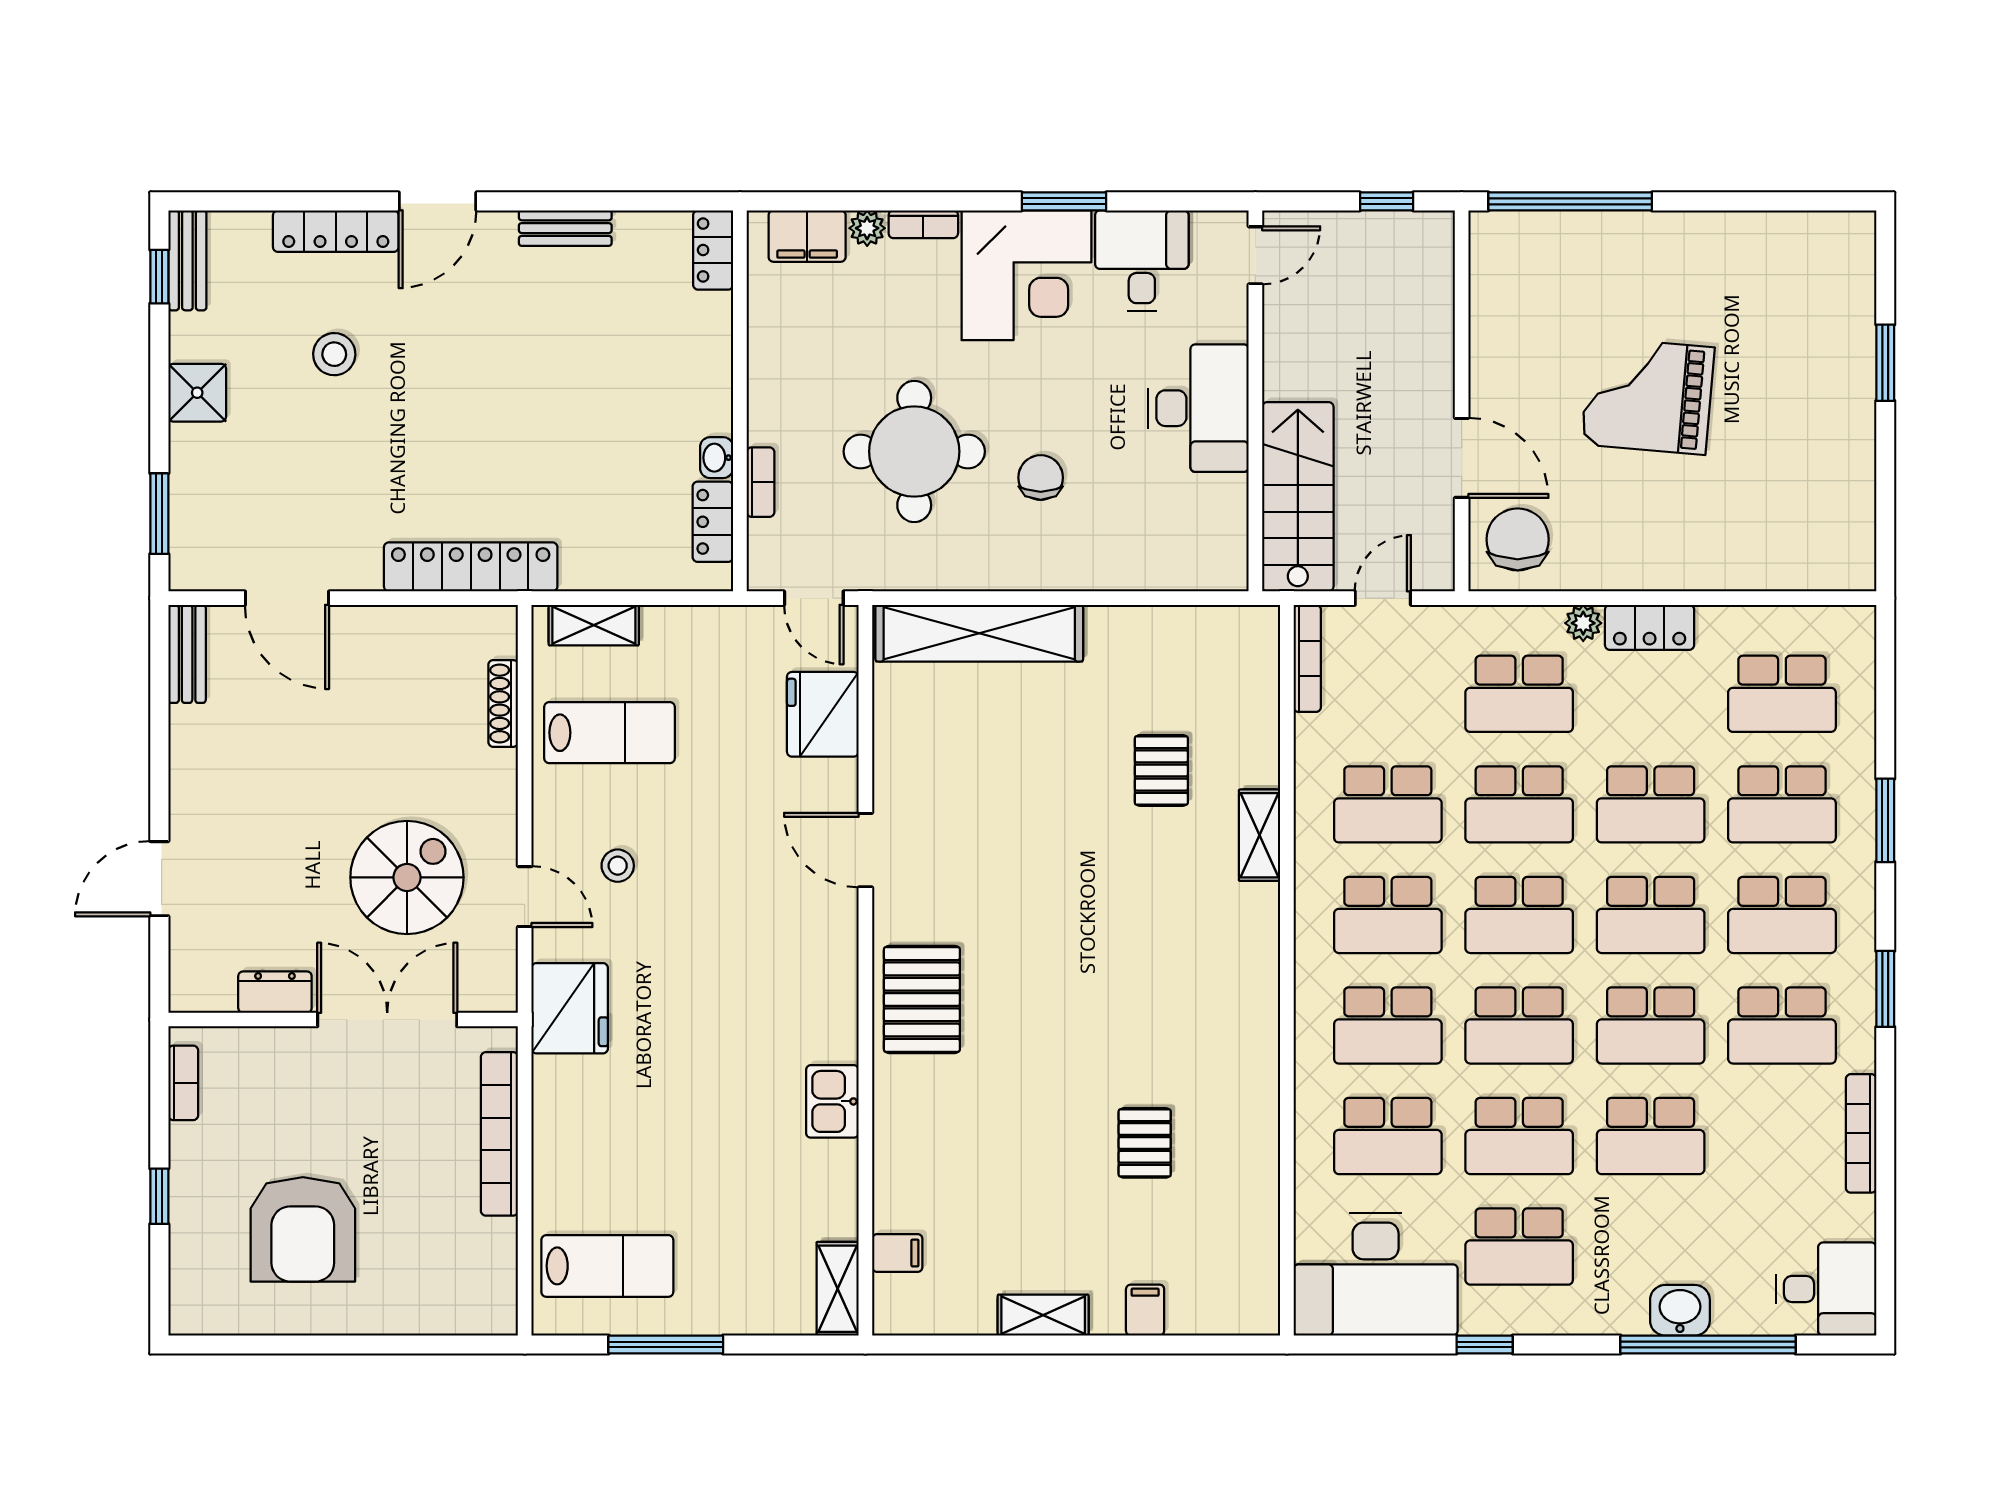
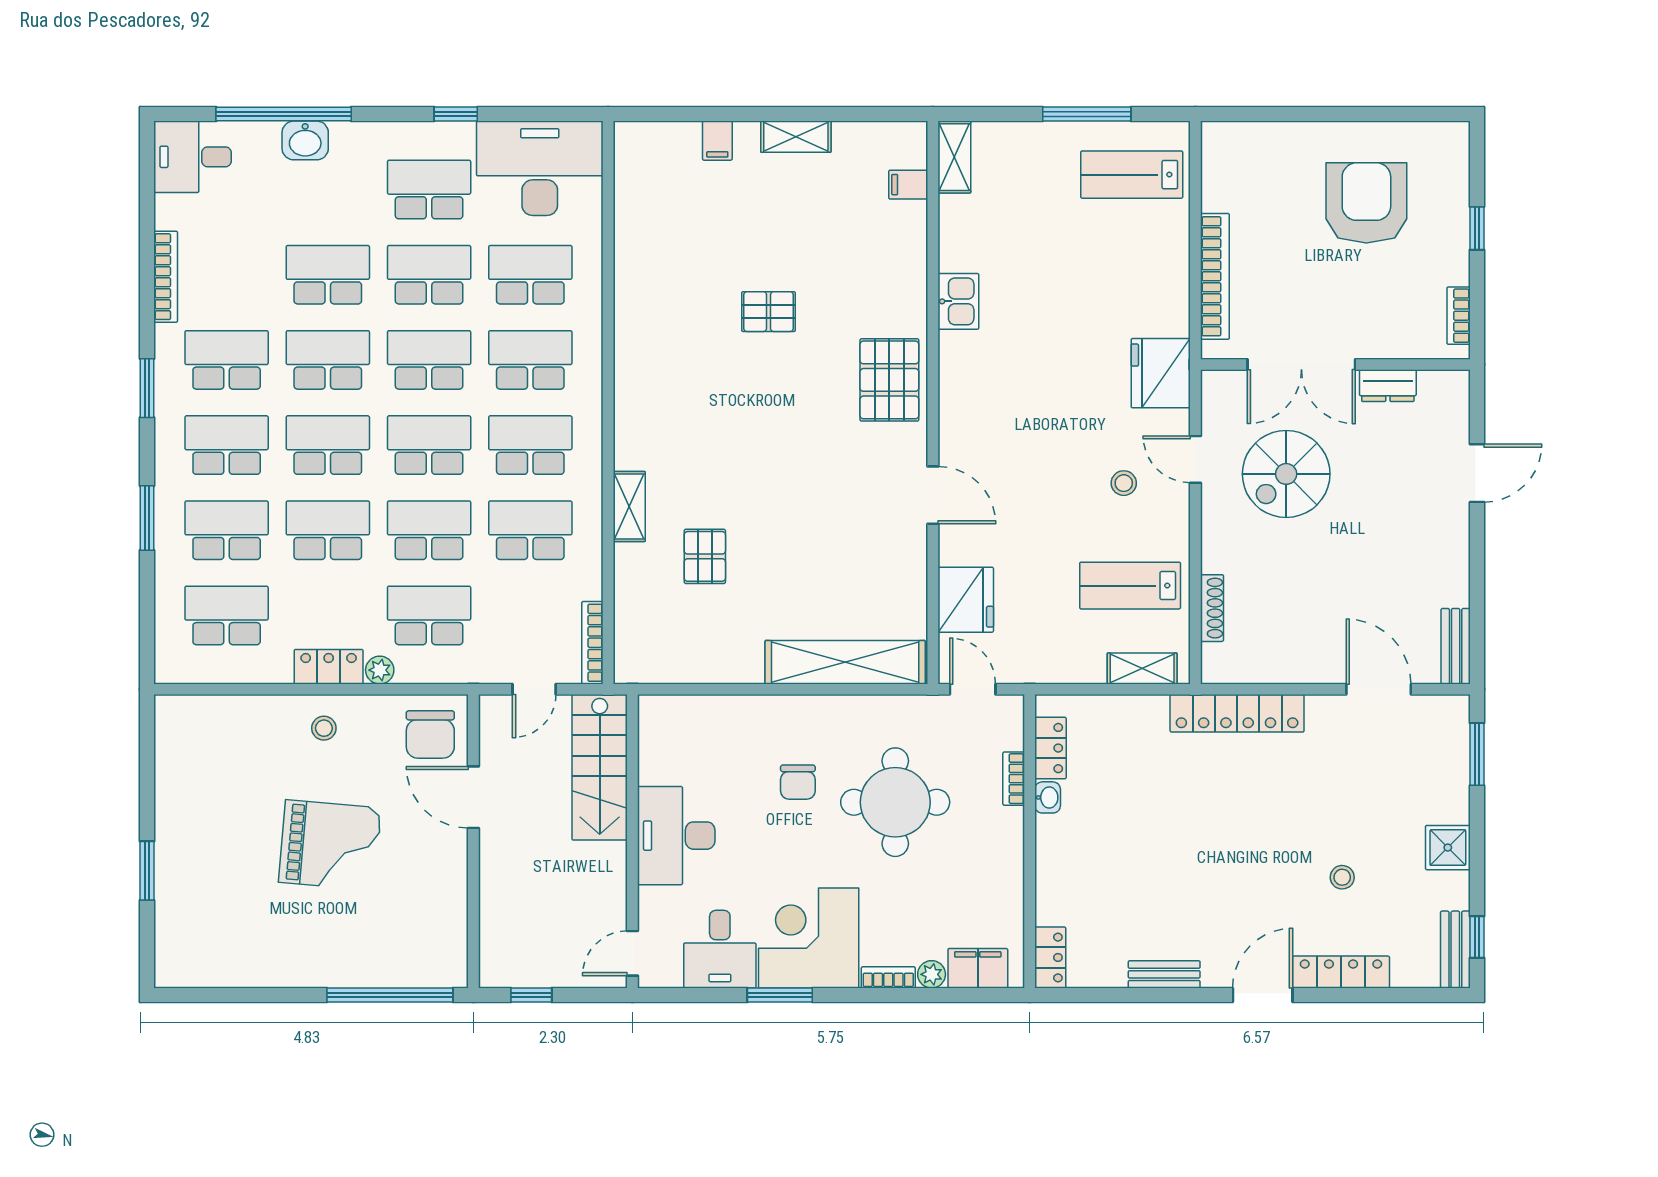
stool: (334, 354) -> (1342, 877), width x0.73, depth x0.73
stool: (1656, 548) -> (324, 728), added
pallet: (1145, 1143) -> (769, 312), moved, turned 90

